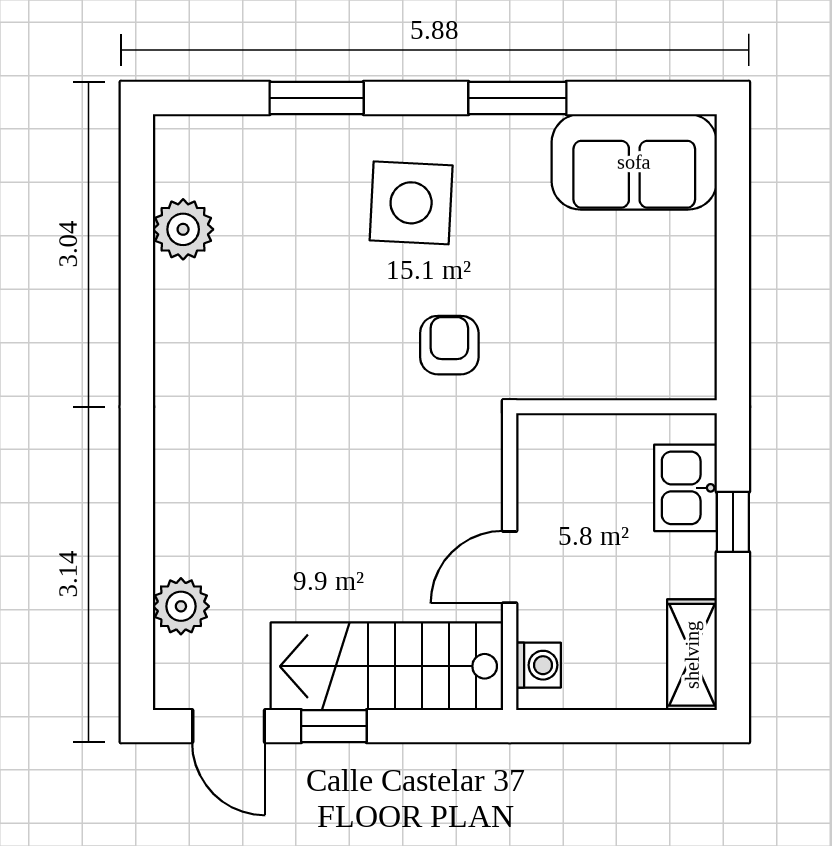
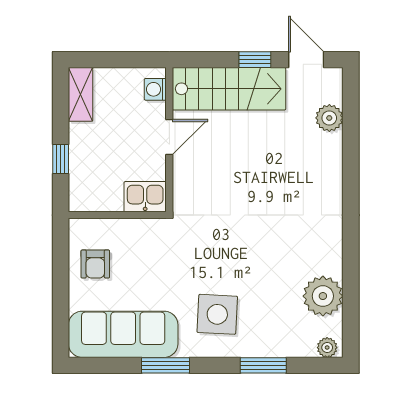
plant: (185, 135) -> (327, 348), added
sofa: (634, 162) -> (123, 334), width x1.36
plant: (183, 229) -> (323, 296), width x1.36, depth x1.36
armchair: (449, 345) -> (95, 264), moved
kitchen sink: (686, 488) -> (145, 197), moved, turned -90

